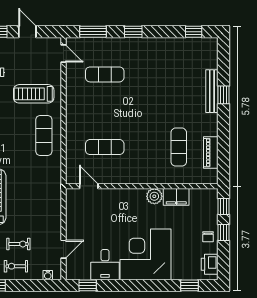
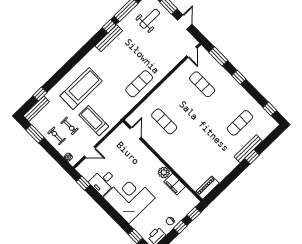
treadmill: (34, 94) -> (94, 121), moved
exercise mat: (179, 147) -> (240, 123), moved
piano: (211, 153) -> (207, 188), moved

